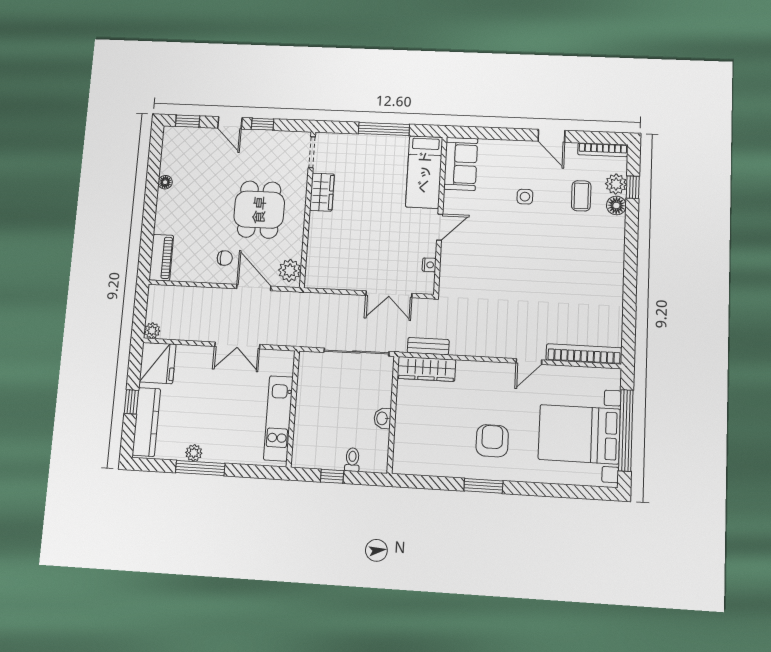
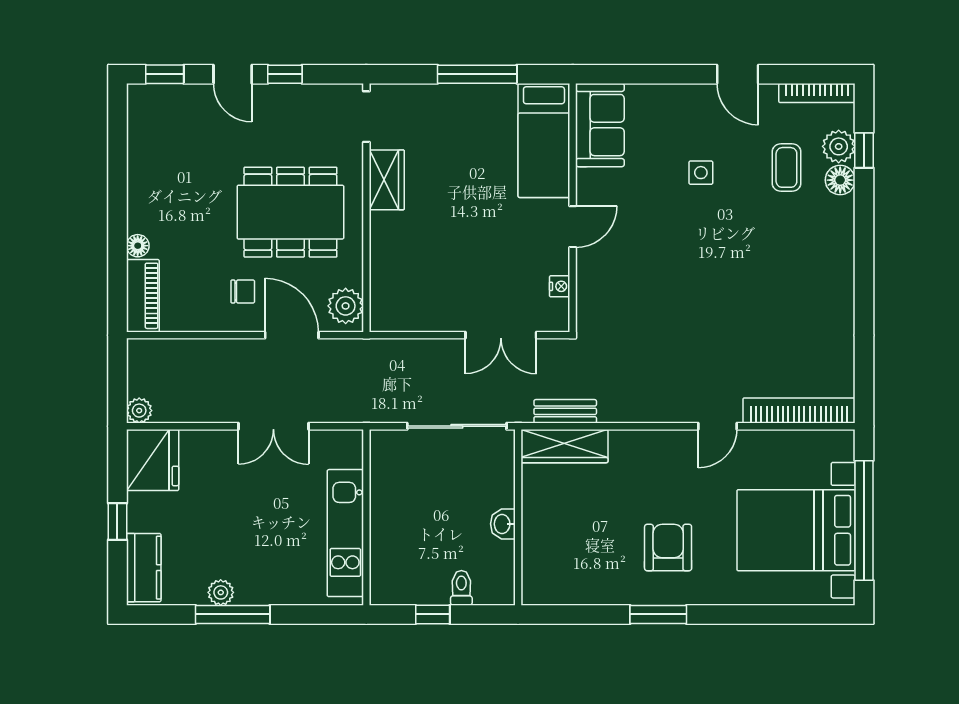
floor lamp: (165, 182) -> (138, 246), moved
dining table: (259, 210) -> (290, 212), width x1.38
kitchen counter: (146, 422) -> (144, 568), width x0.67

